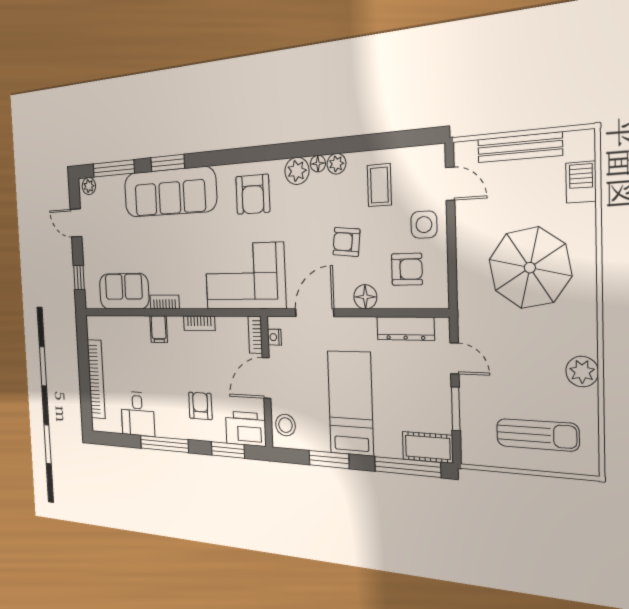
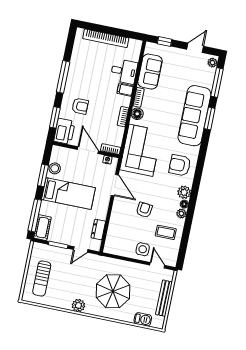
door: (450, 184) -> (157, 265), swing flipped
armchair: (407, 269) -> (125, 237), removed
floor lamp: (365, 297) -> (137, 114), moved
dresser: (405, 328) -> (98, 230), width x0.70
plant: (582, 372) -> (78, 305), moved
desk: (138, 414) -> (124, 71), moved, turned 180
stool: (285, 425) -> (55, 168), moved

